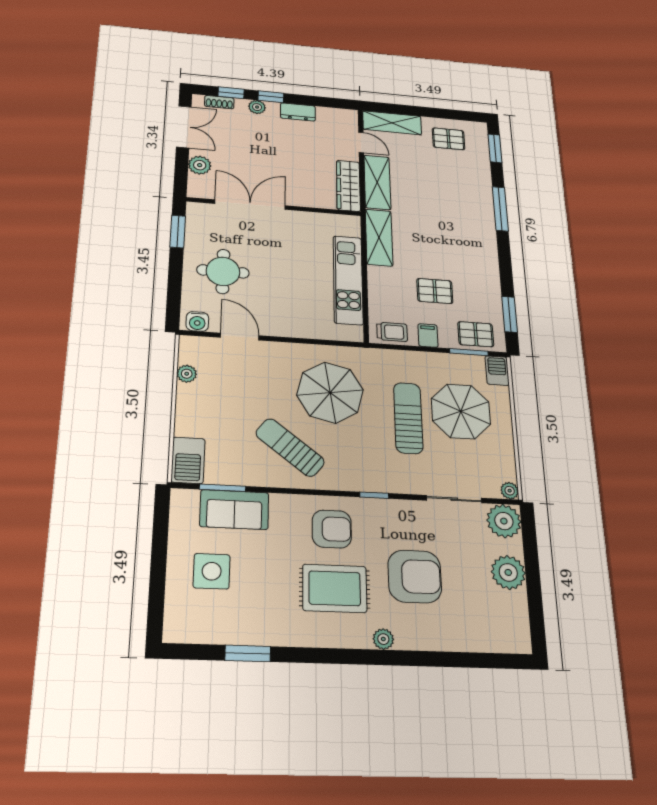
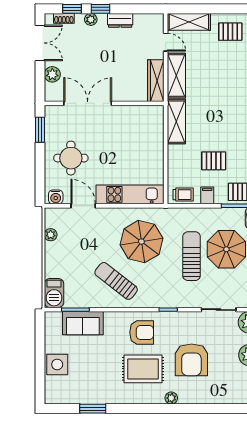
kitchen unit: (348, 280) -> (130, 194), moved, turned 90
side table: (212, 571) -> (57, 364), moved
armchair: (415, 576) -> (191, 360), turned 90

